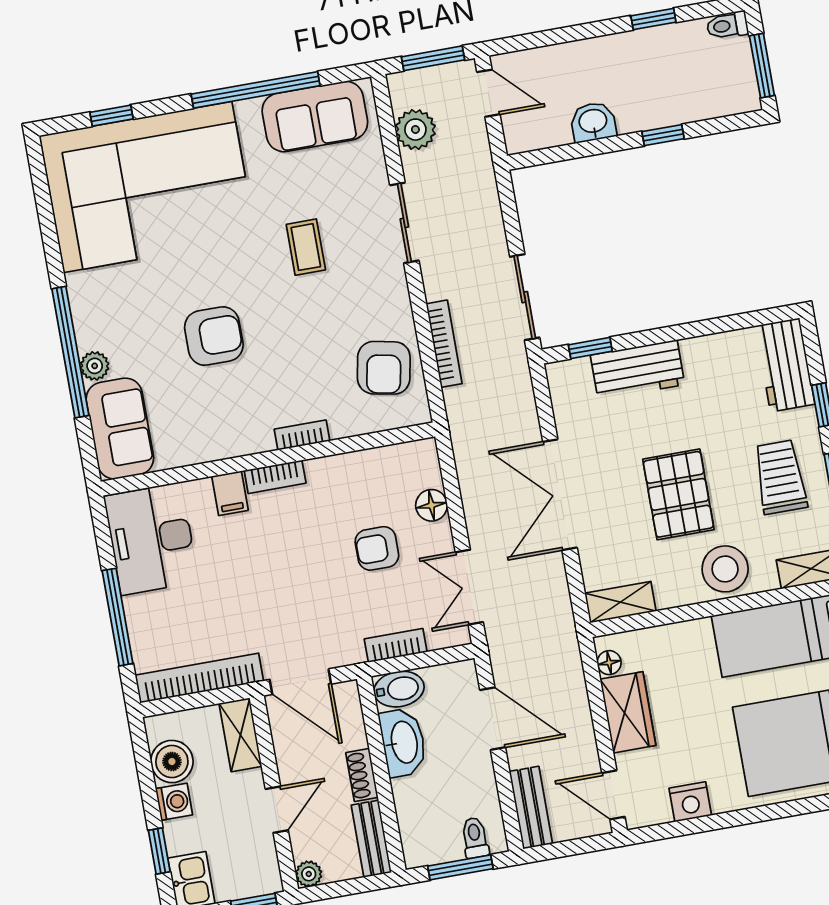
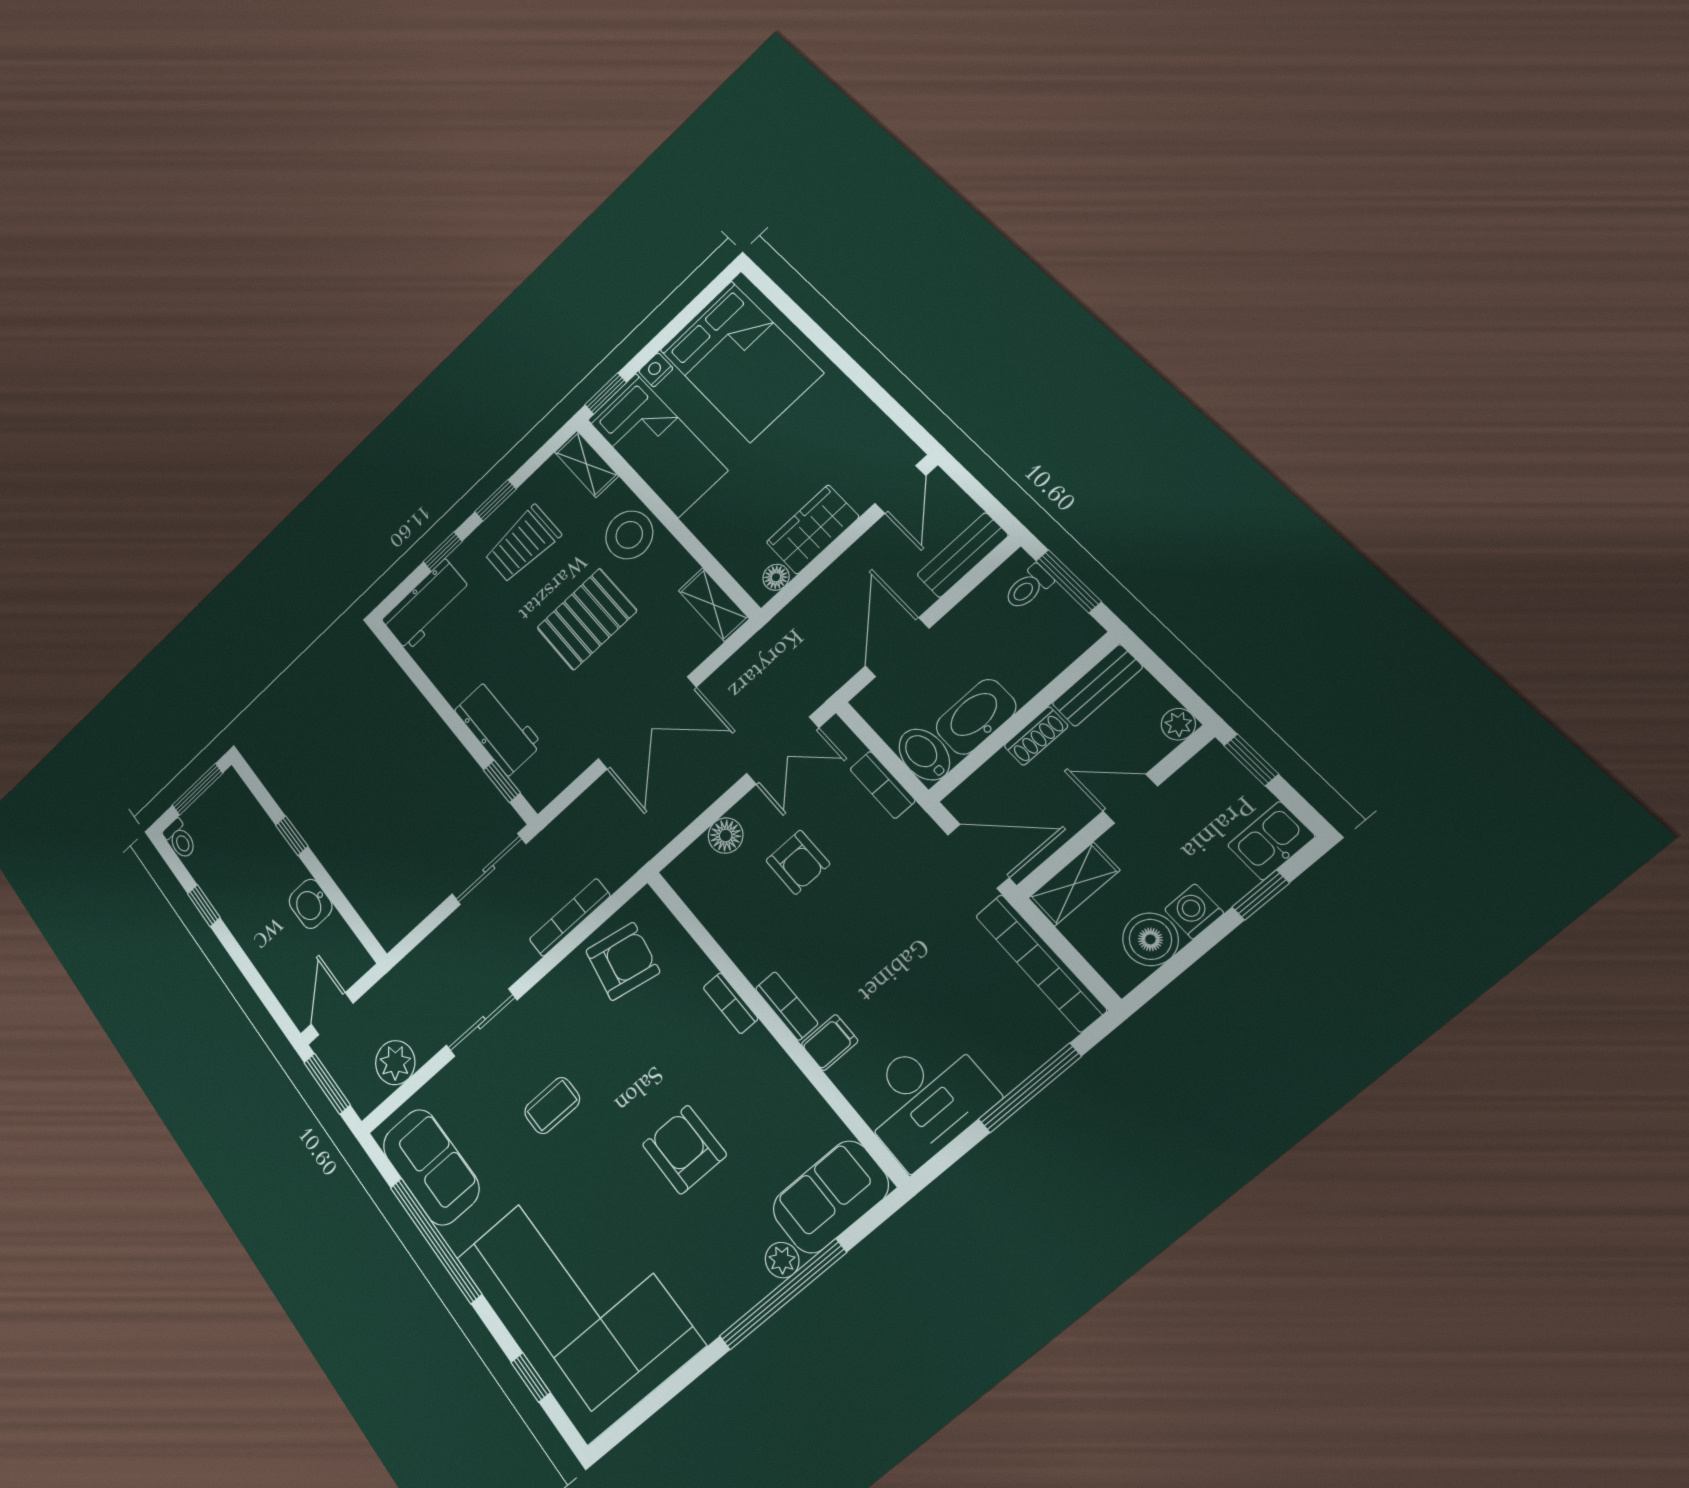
door: (300, 682) -> (978, 856), hinge flipped
nightstand: (690, 802) -> (862, 418), removed

